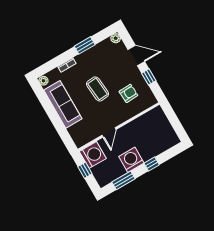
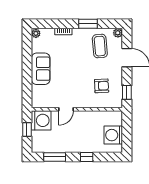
window: (149, 77) -> (127, 92), moved
coffee table: (98, 89) -> (100, 46), moved
sofa: (63, 104) -> (41, 69), width x0.73
washing machine: (131, 160) -> (113, 135), moved, turned -90

